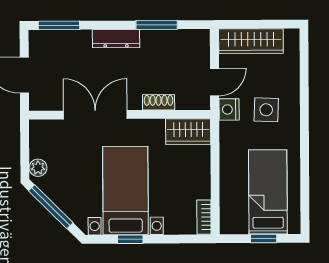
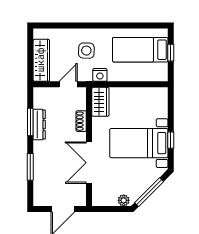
window: (59, 25) -> (30, 167), moved
dresser: (116, 39) -> (39, 125), moved
door: (215, 82) -> (68, 84), hinge flipped
nightstand: (229, 109) -> (100, 75), moved
bookcase: (204, 217) -> (157, 92), removed

